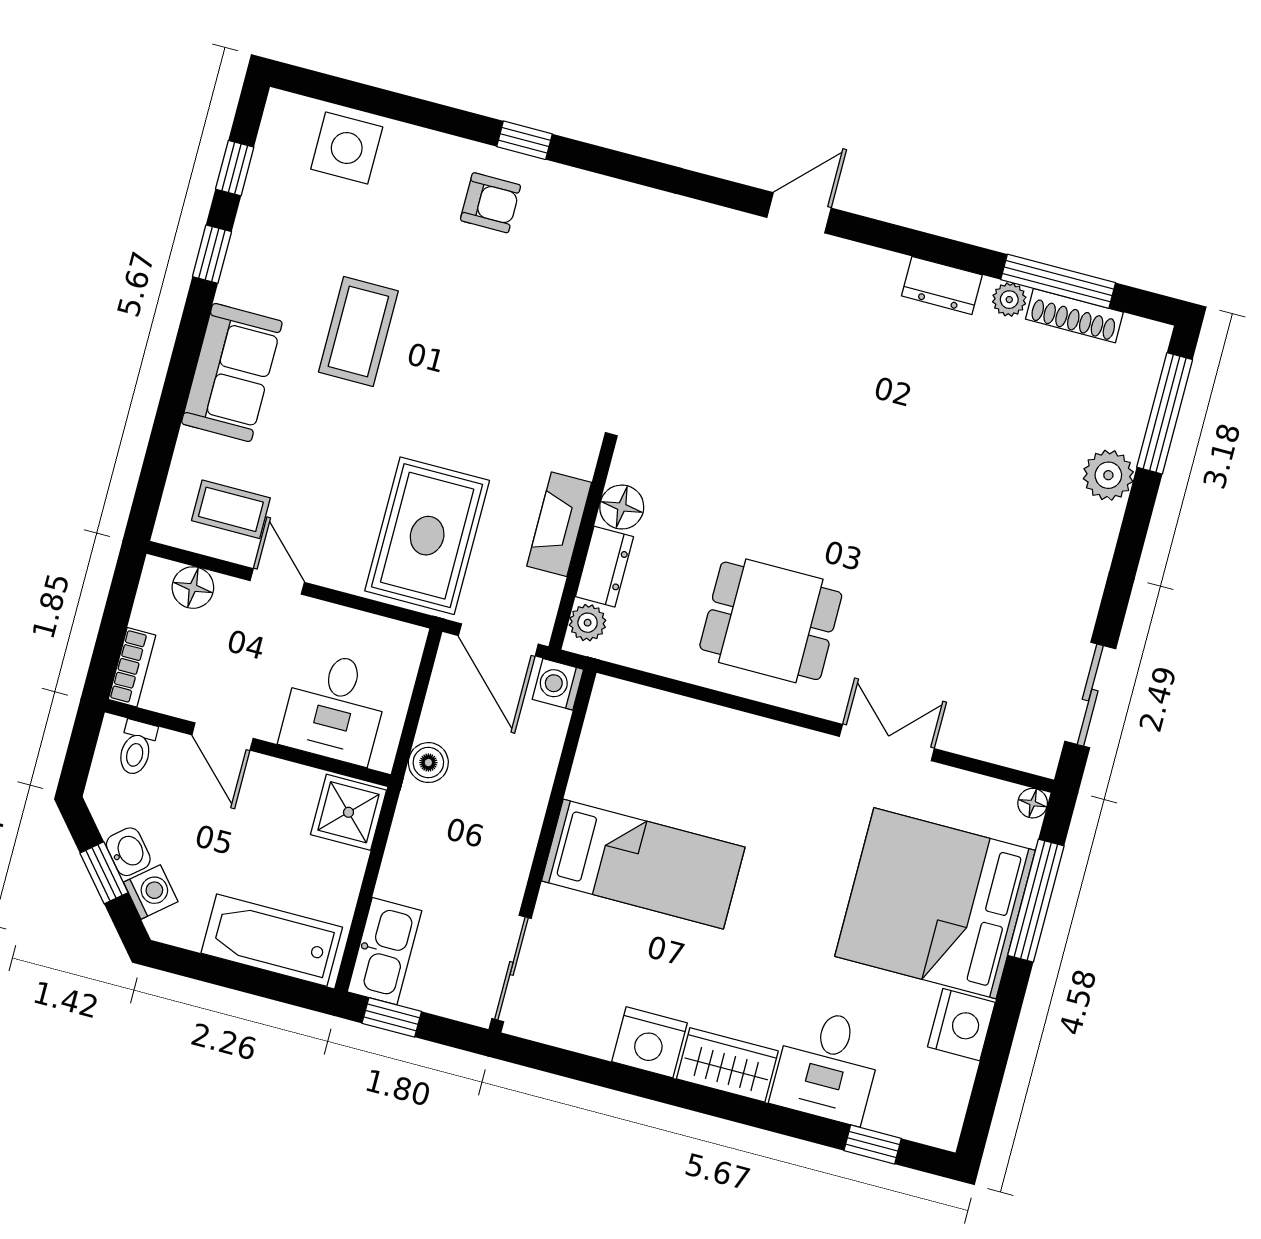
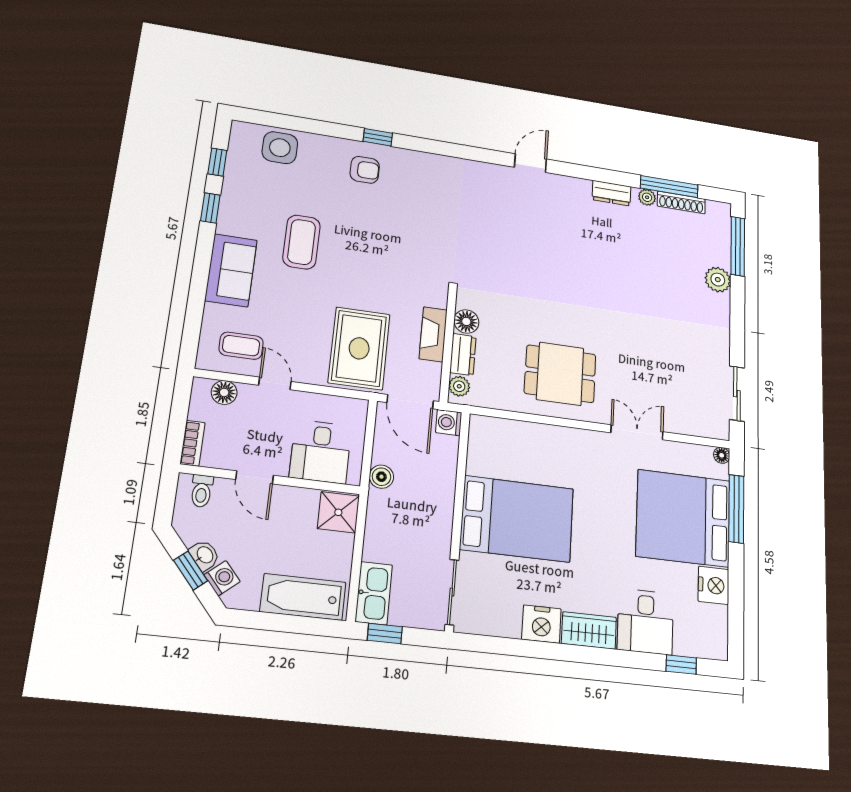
bed: (643, 864) -> (517, 519), width x1.50

